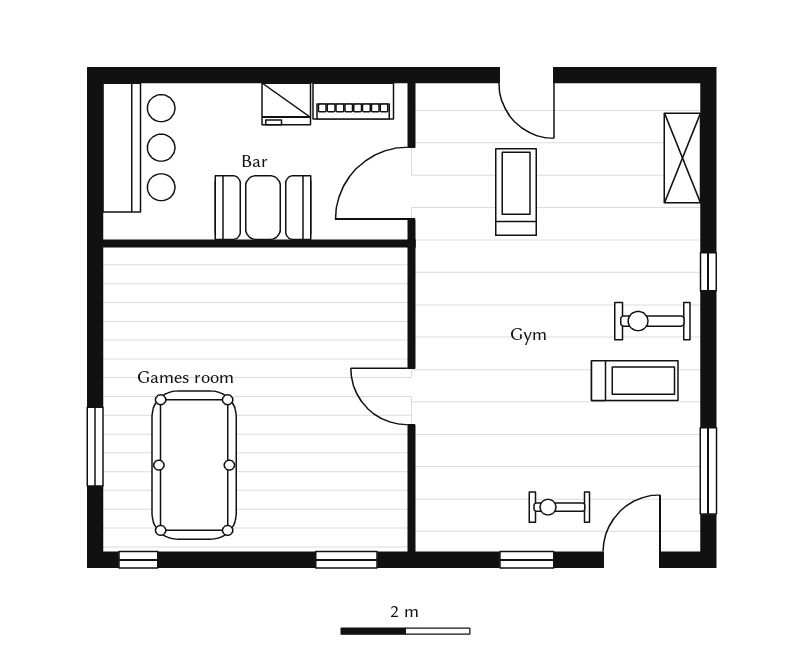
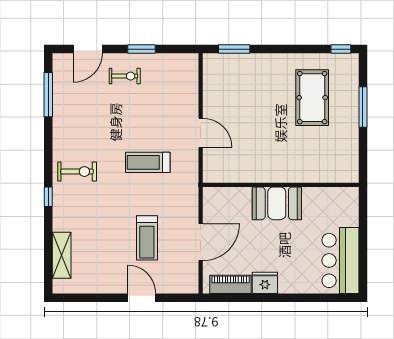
booth: (263, 208) -> (277, 203), moved
wall: (255, 243) -> (281, 185), moved
treadmill: (635, 381) -> (148, 162), moved
pool table: (194, 465) -> (312, 98), width x0.73, depth x0.76

